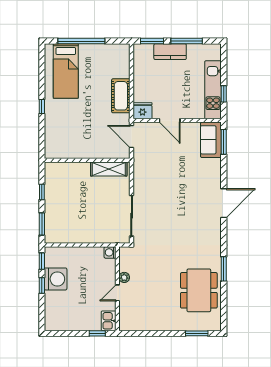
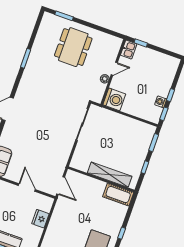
cot: (121, 96) -> (118, 195), moved, turned 90
fridge: (143, 111) -> (40, 219), moved, turned 90
shelving: (109, 169) -> (110, 175), moved, width x1.47
washing machine: (110, 252) -> (114, 99), width x1.89, depth x1.89
washing machine: (56, 279) -> (161, 102), width x0.53, depth x0.53
dining table: (199, 290) -> (73, 47), moved

